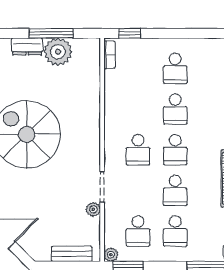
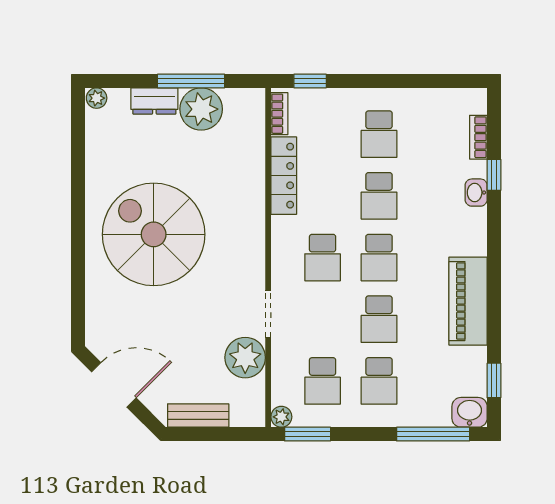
locker: (112, 96) -> (284, 176), added
plant: (93, 209) -> (245, 358), width x1.88, depth x1.88
bench: (72, 254) -> (198, 416), moved

